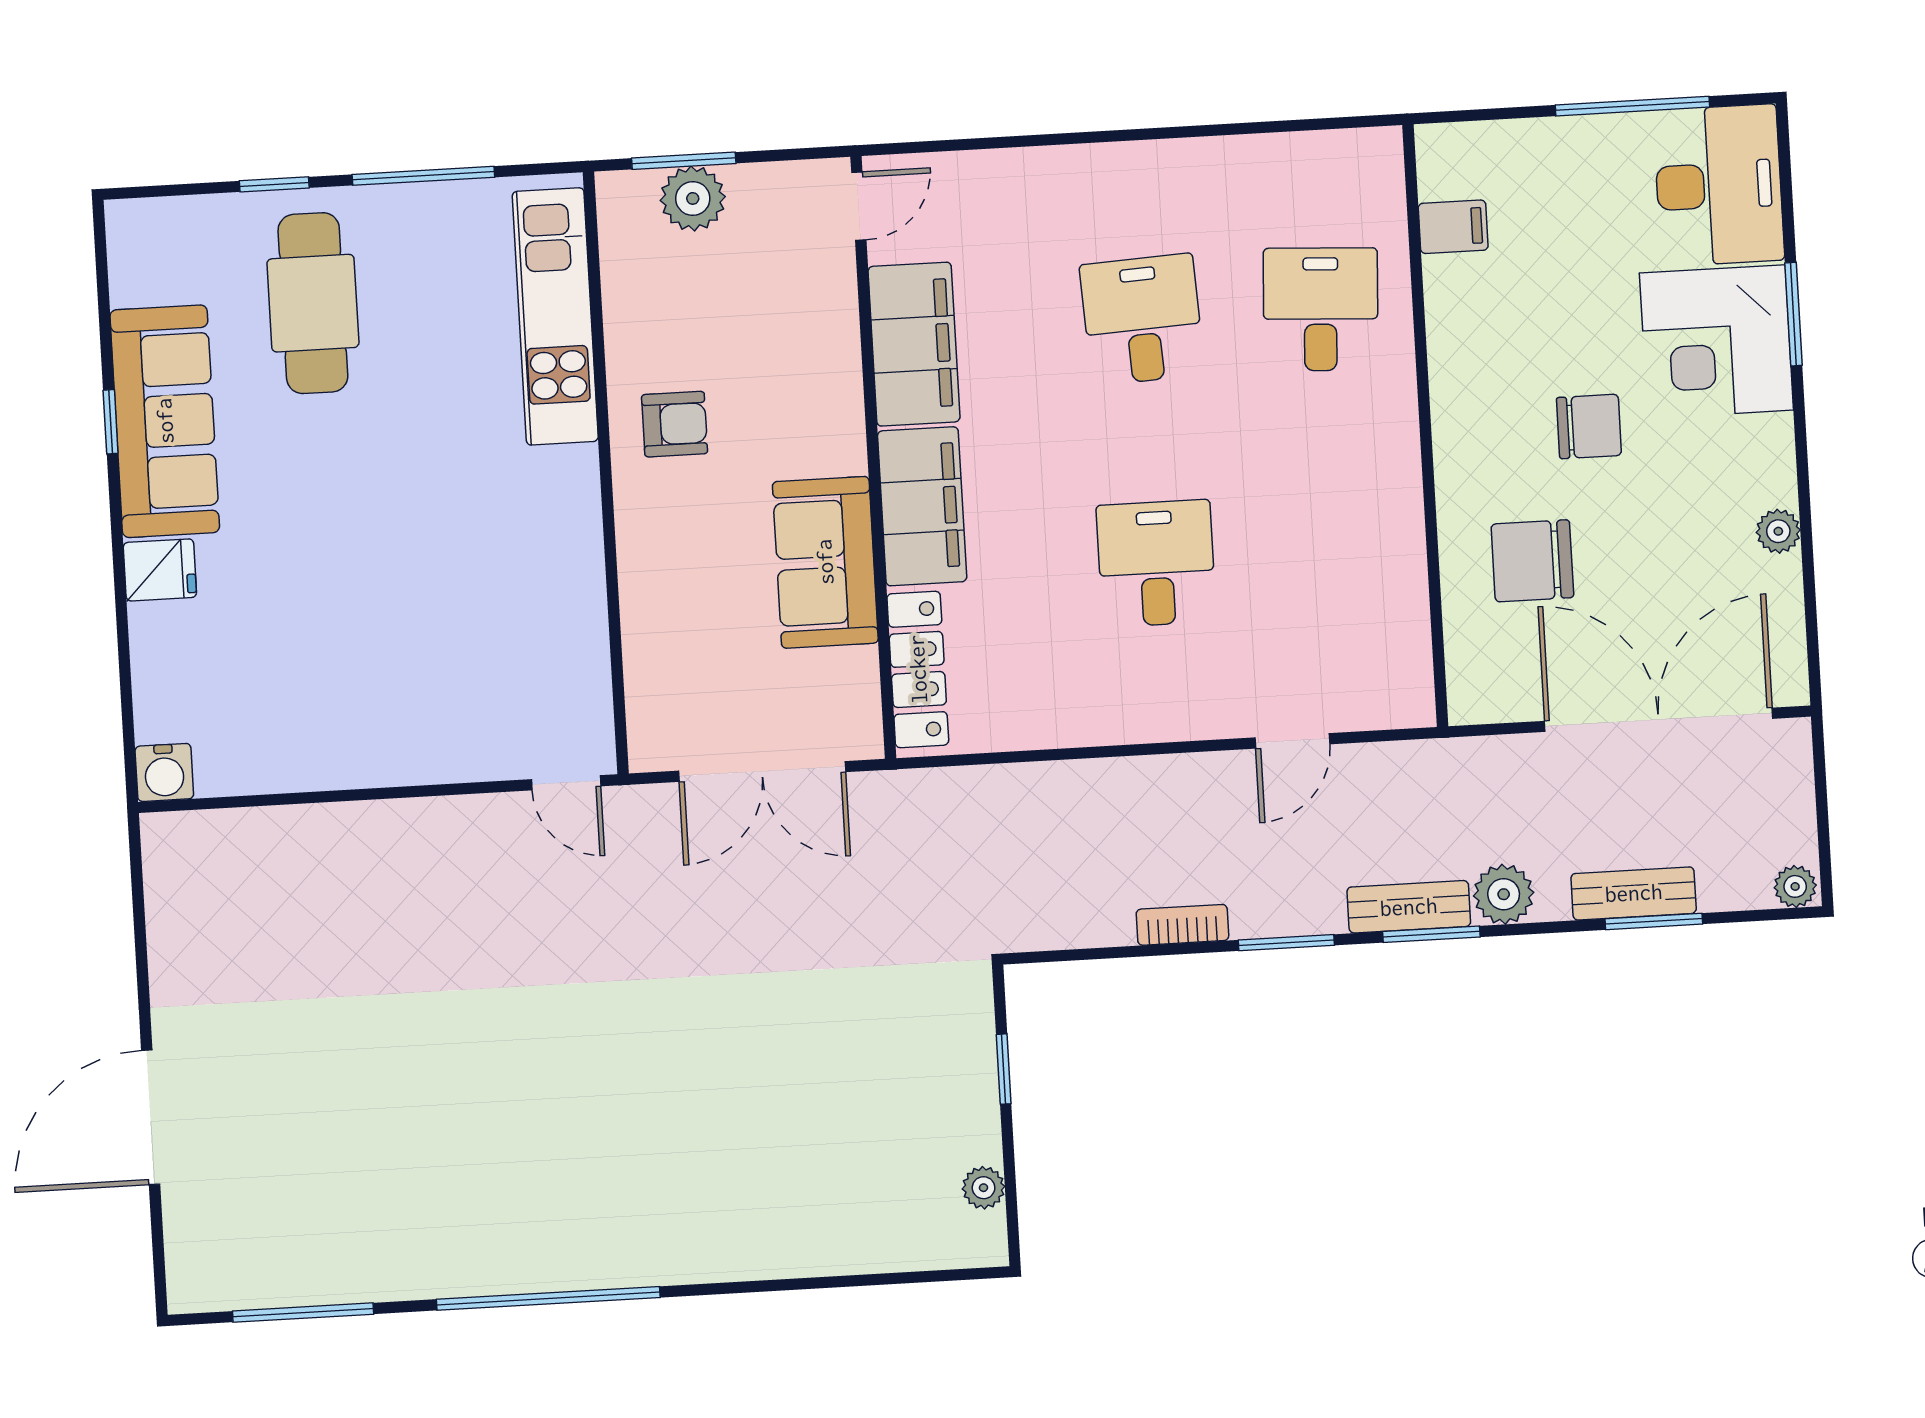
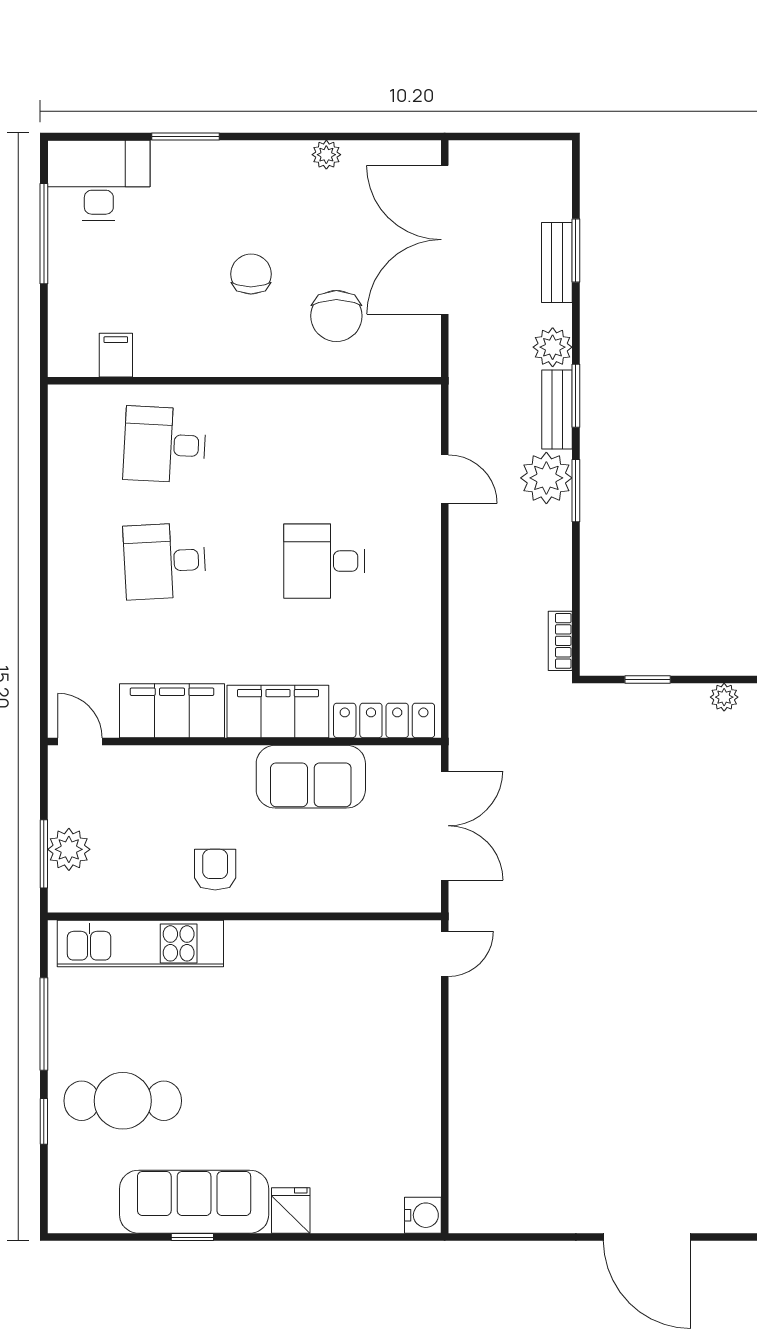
corner desk: (1716, 342) -> (201, 188), removed
plant: (1795, 886) -> (546, 478), moved, width x1.88, depth x1.88
bookcase: (1182, 925) -> (560, 641), moved

